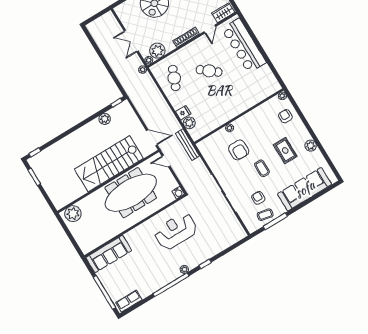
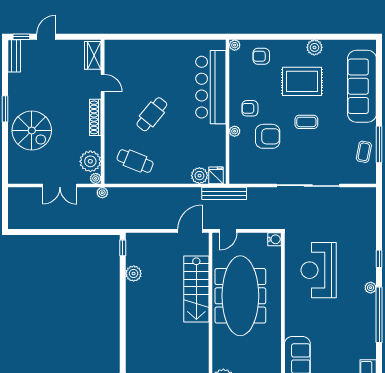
bar counter: (244, 46) -> (211, 87), moved, turned 90
fridge: (183, 113) -> (216, 175), moved
rug: (285, 151) -> (302, 81), width x1.36, depth x1.43
stairs: (109, 164) -> (196, 289), width x0.73, depth x0.66
armchair: (258, 198) -> (250, 108), moved

